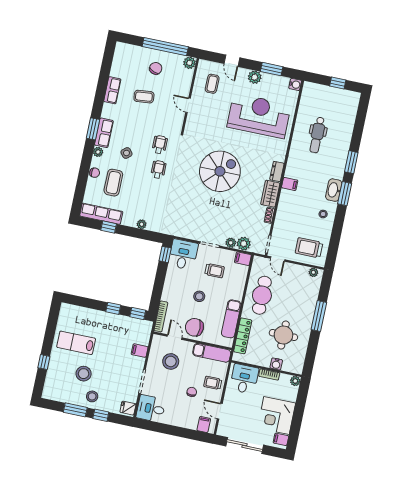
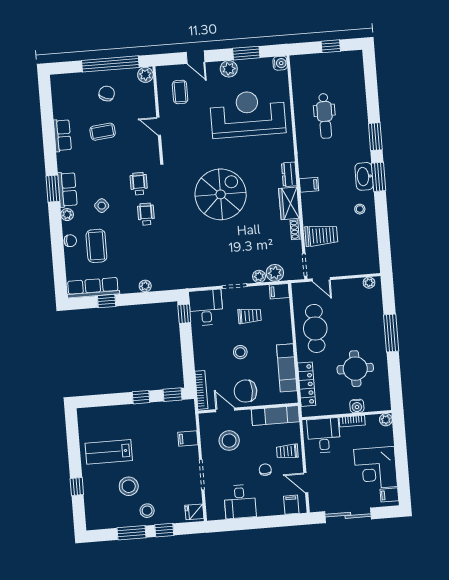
trolley: (309, 248) -> (321, 236), moved, turned 180
desk: (151, 409) -> (240, 502), moved, turned -90

